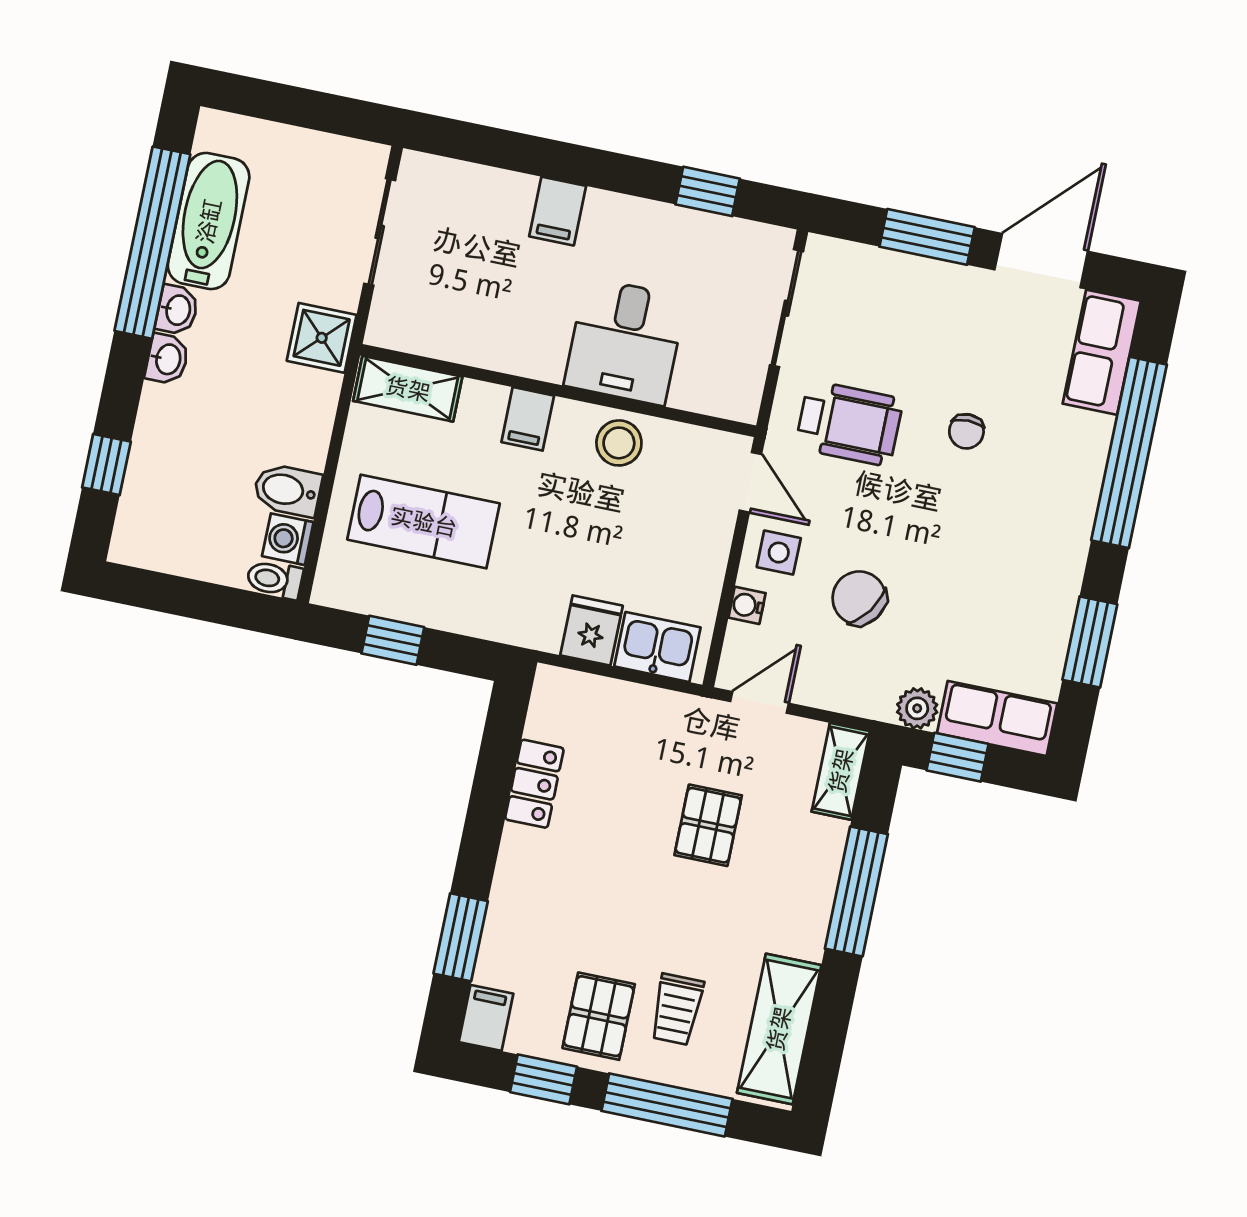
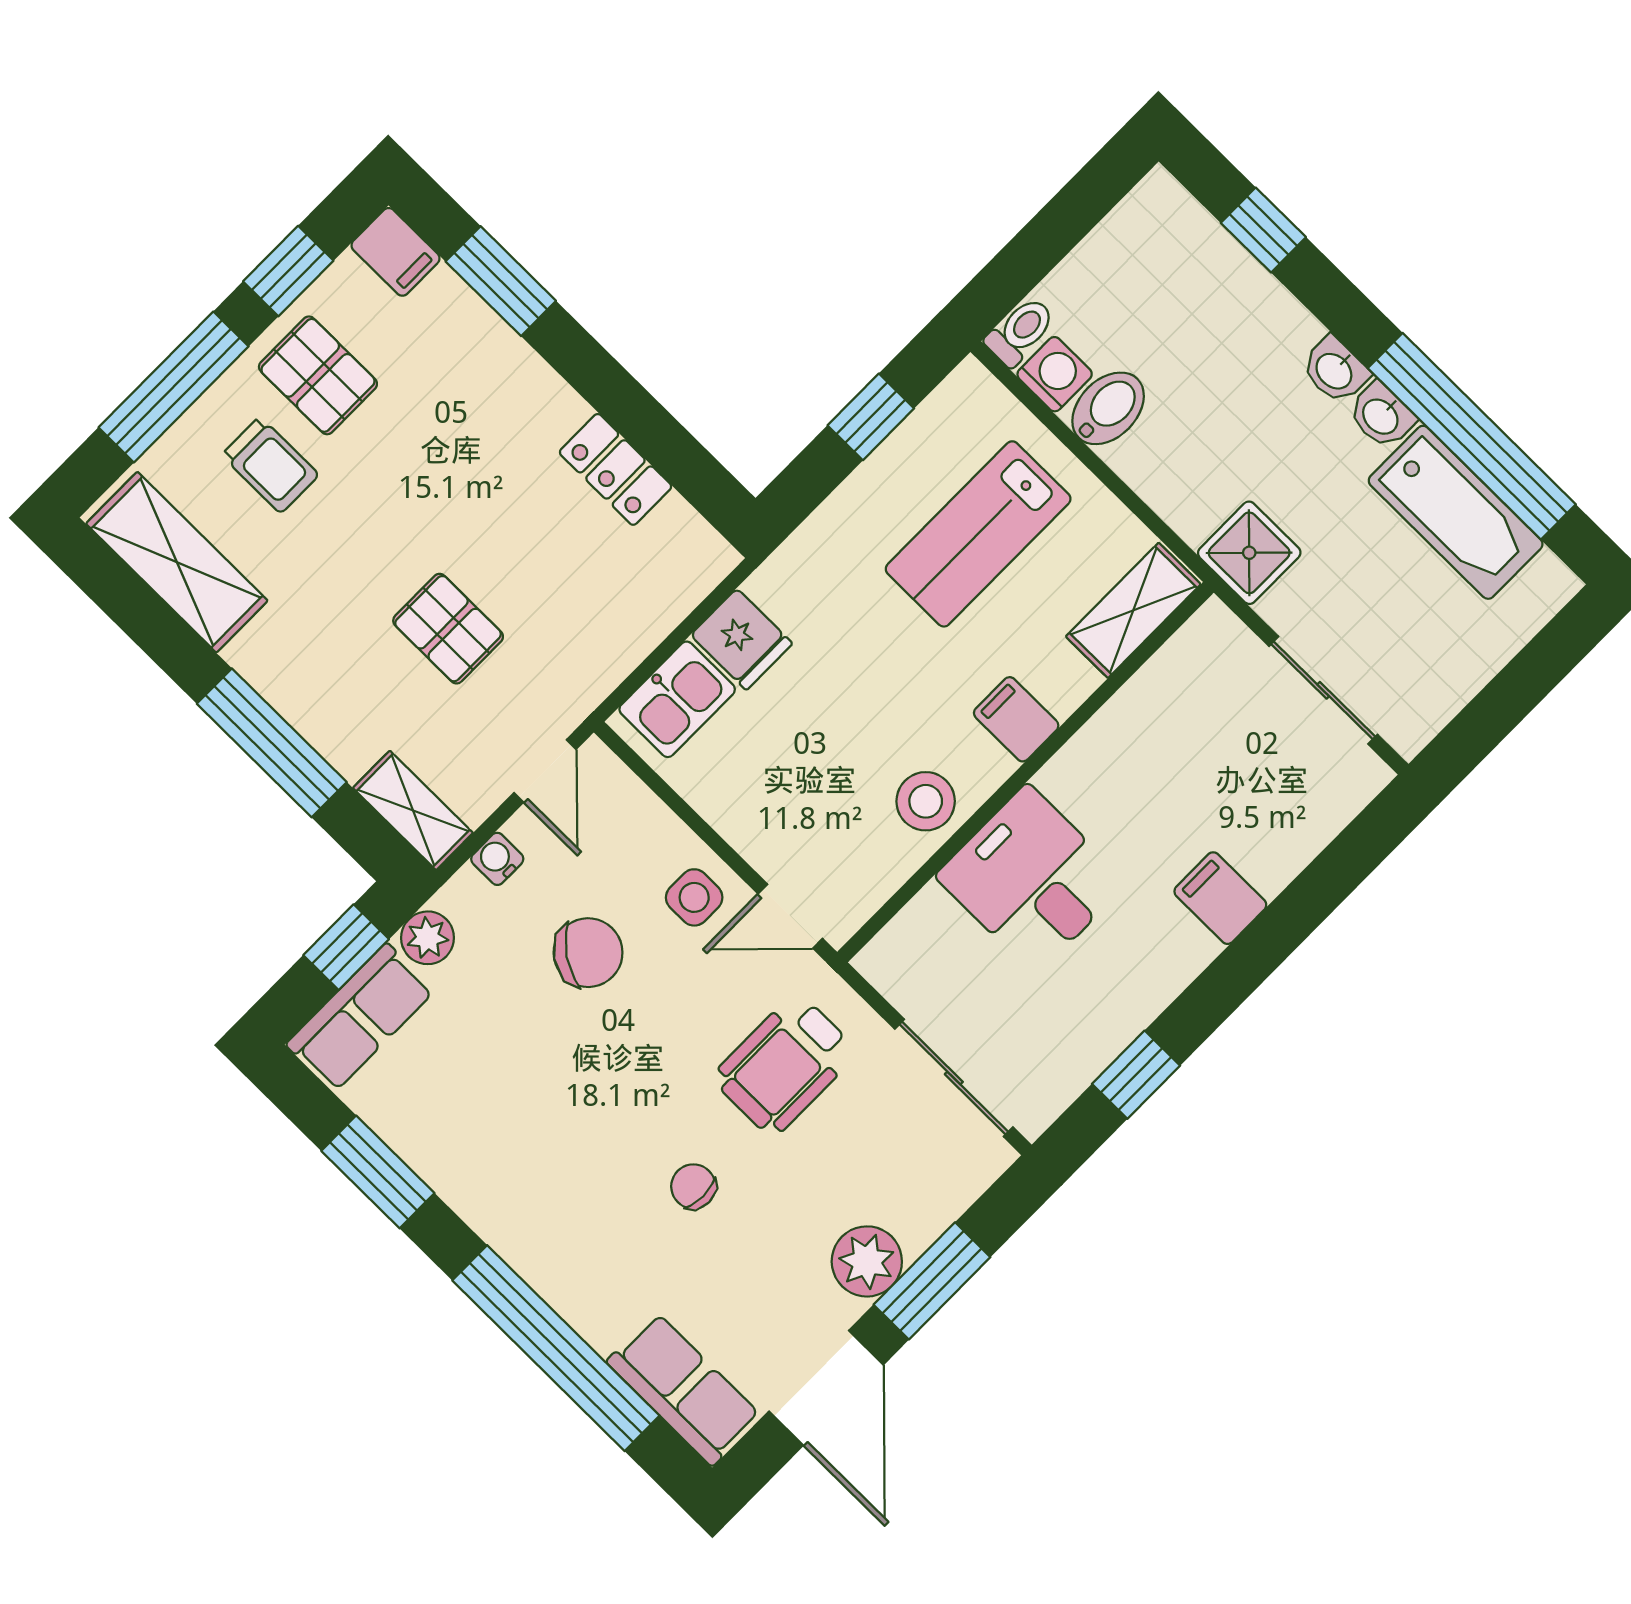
plant: (942, 287) -> (867, 1261), added
water cooler: (747, 605) -> (497, 859), moved, turned -90
trolley: (677, 1009) -> (270, 465), turned 180

